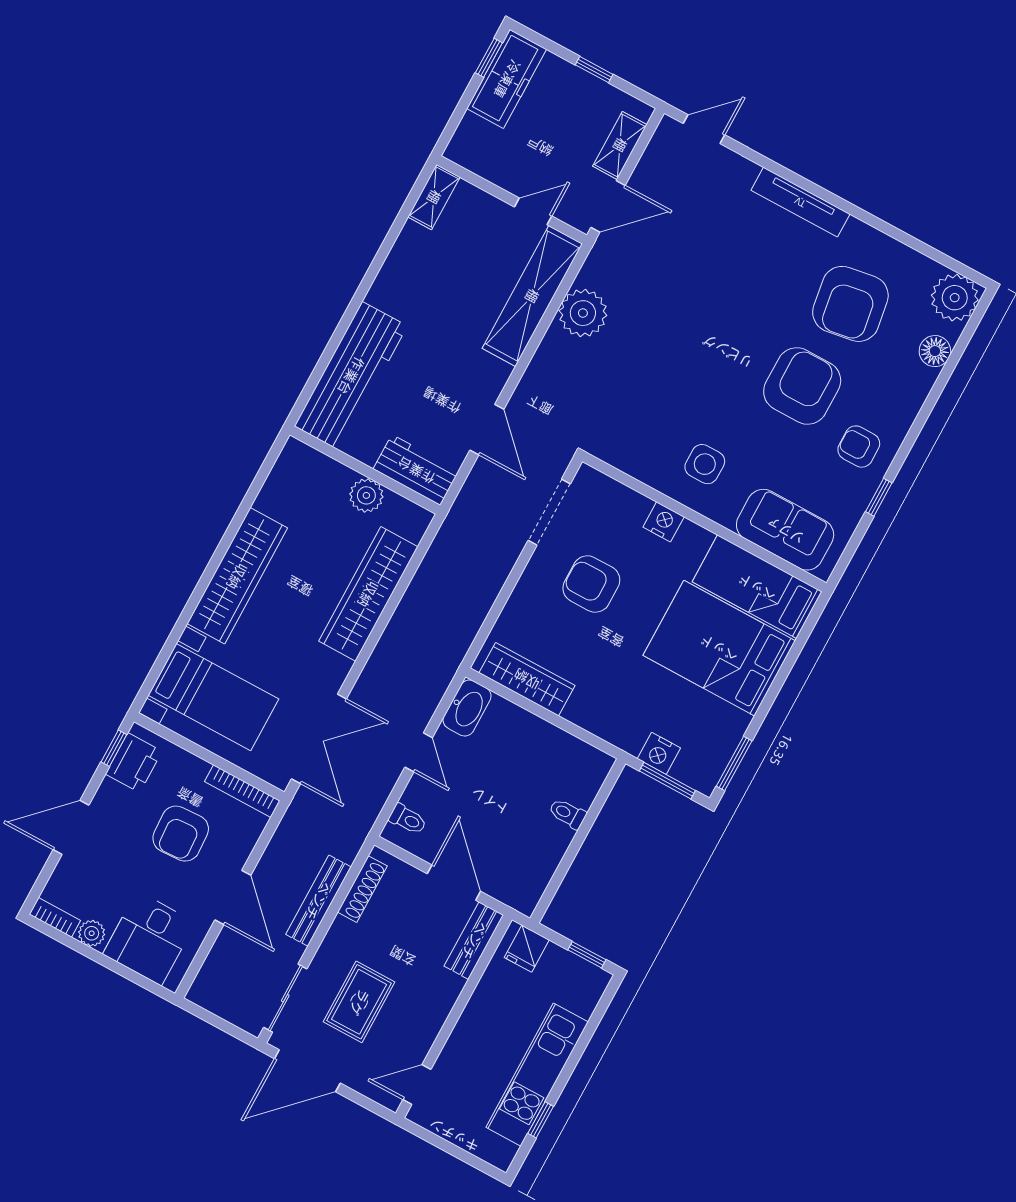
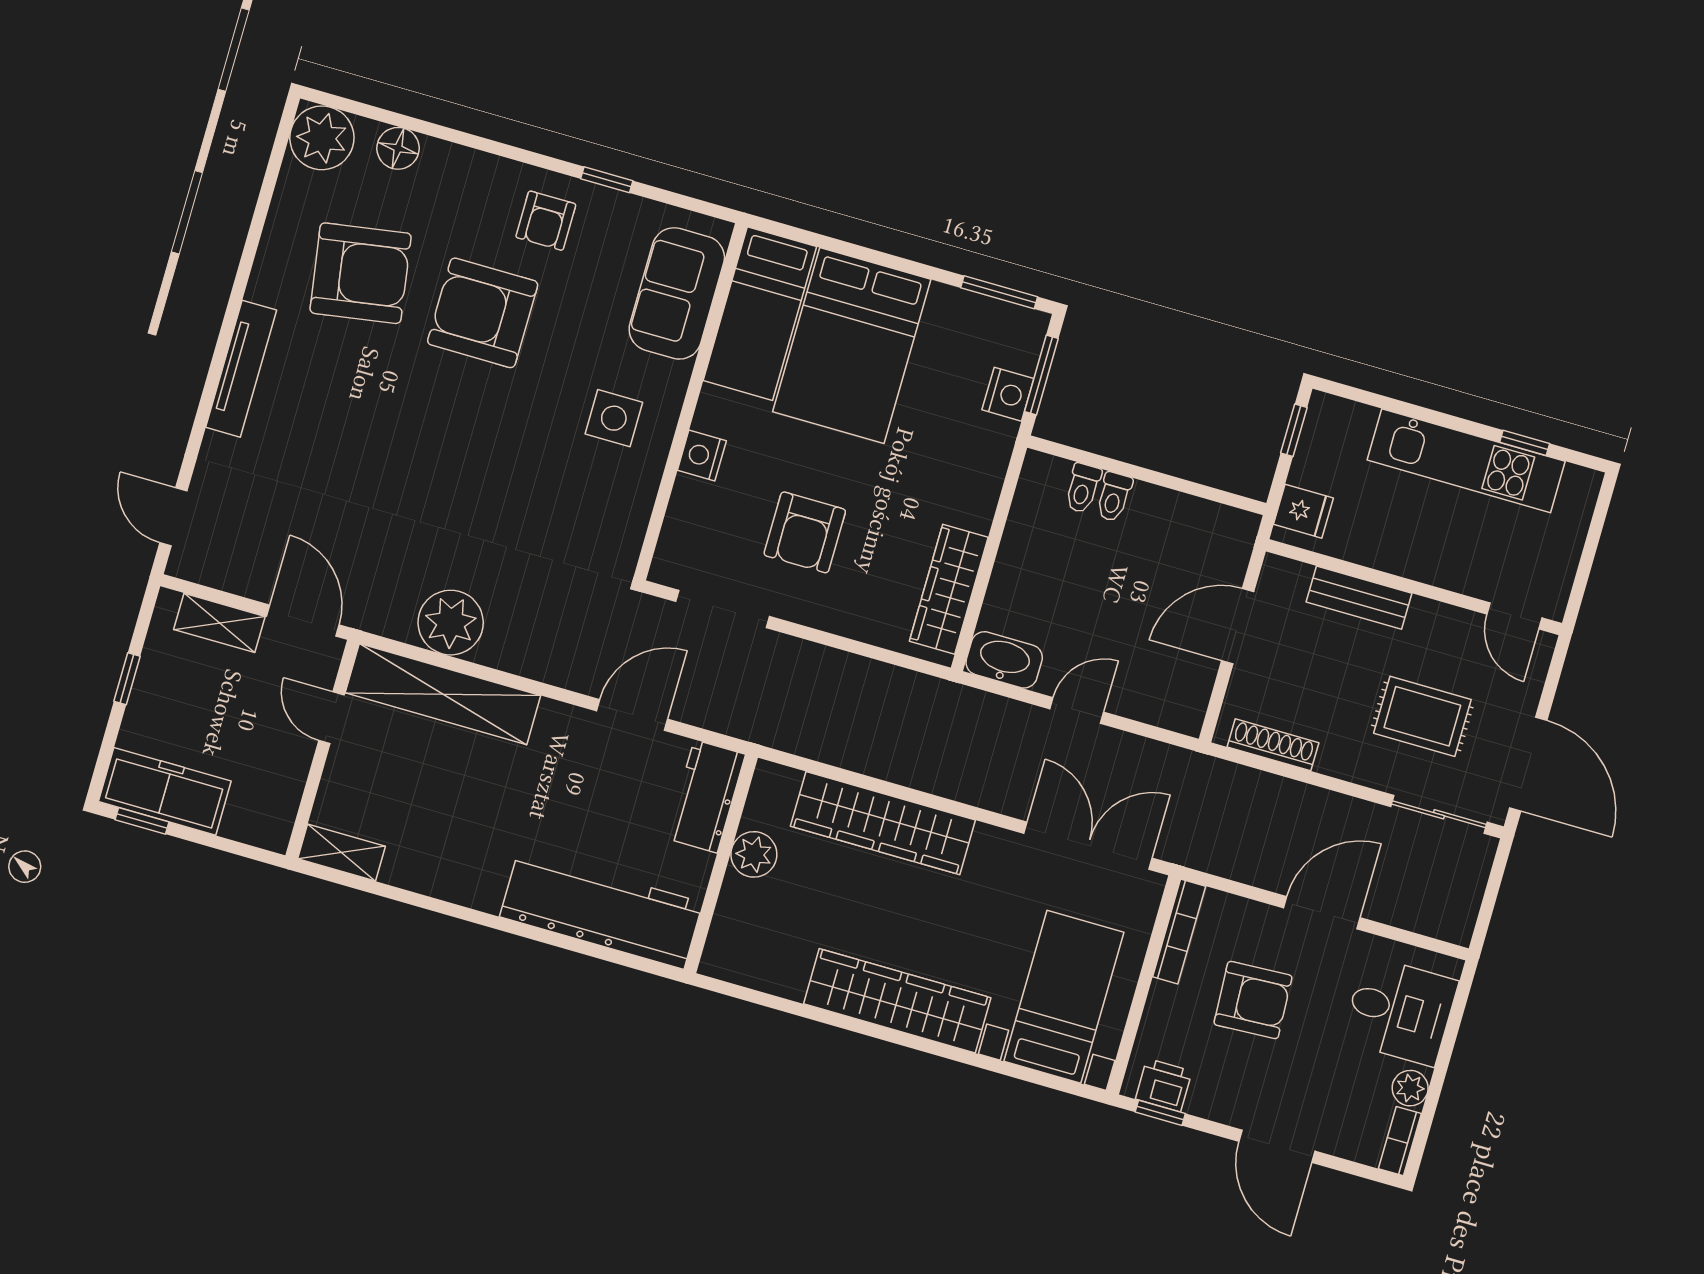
printer: (134, 763) -> (1164, 1085), width x0.73, depth x0.81
toilet: (408, 819) -> (1083, 488), moved, turned 180
bench: (318, 901) -> (1301, 799), removed
bench: (474, 941) -> (1359, 598), moved

